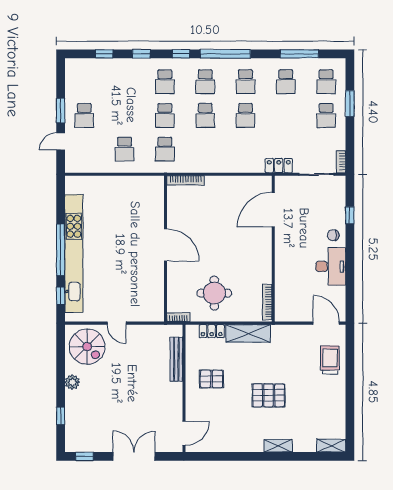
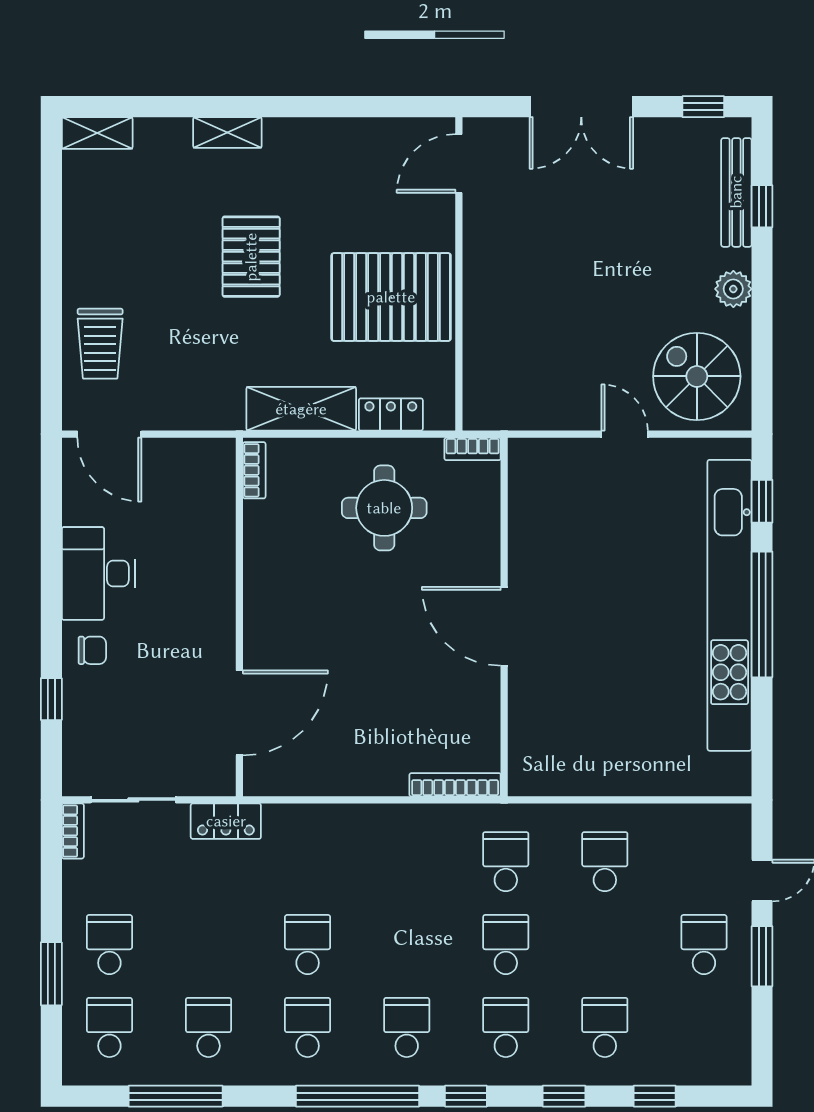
school desk: (205, 115) -> (605, 1027), moved
bookcase: (267, 302) -> (254, 470), width x0.64
bench: (176, 359) -> (736, 192), moved
pallet: (212, 379) -> (391, 297), width x2.05, depth x2.00
pallet: (268, 395) -> (251, 257), turned 90

